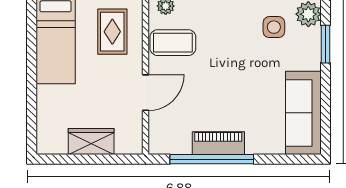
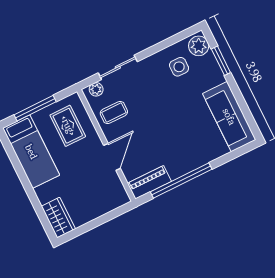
coffee table: (173, 43) -> (114, 113), width x0.73, depth x0.77
wardrobe: (91, 141) -> (58, 218), moved, turned 90
piano: (218, 143) -> (149, 182), moved

